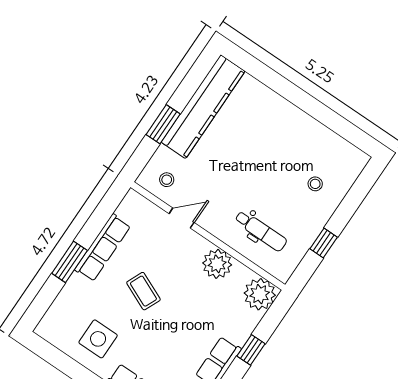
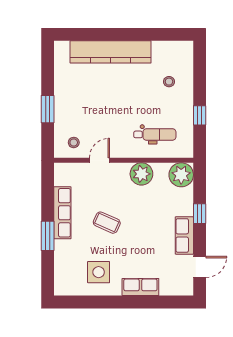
kitchen counter: (203, 107) -> (111, 52), moved, turned 90

